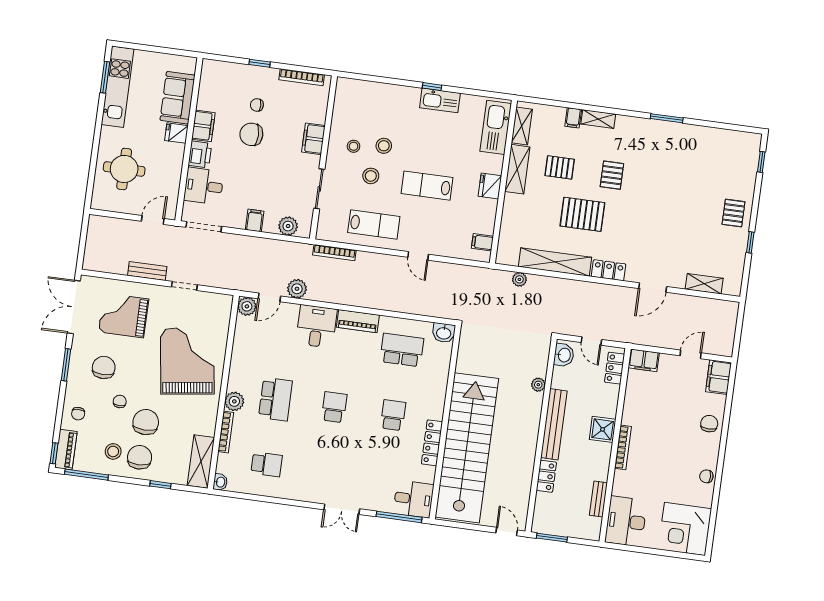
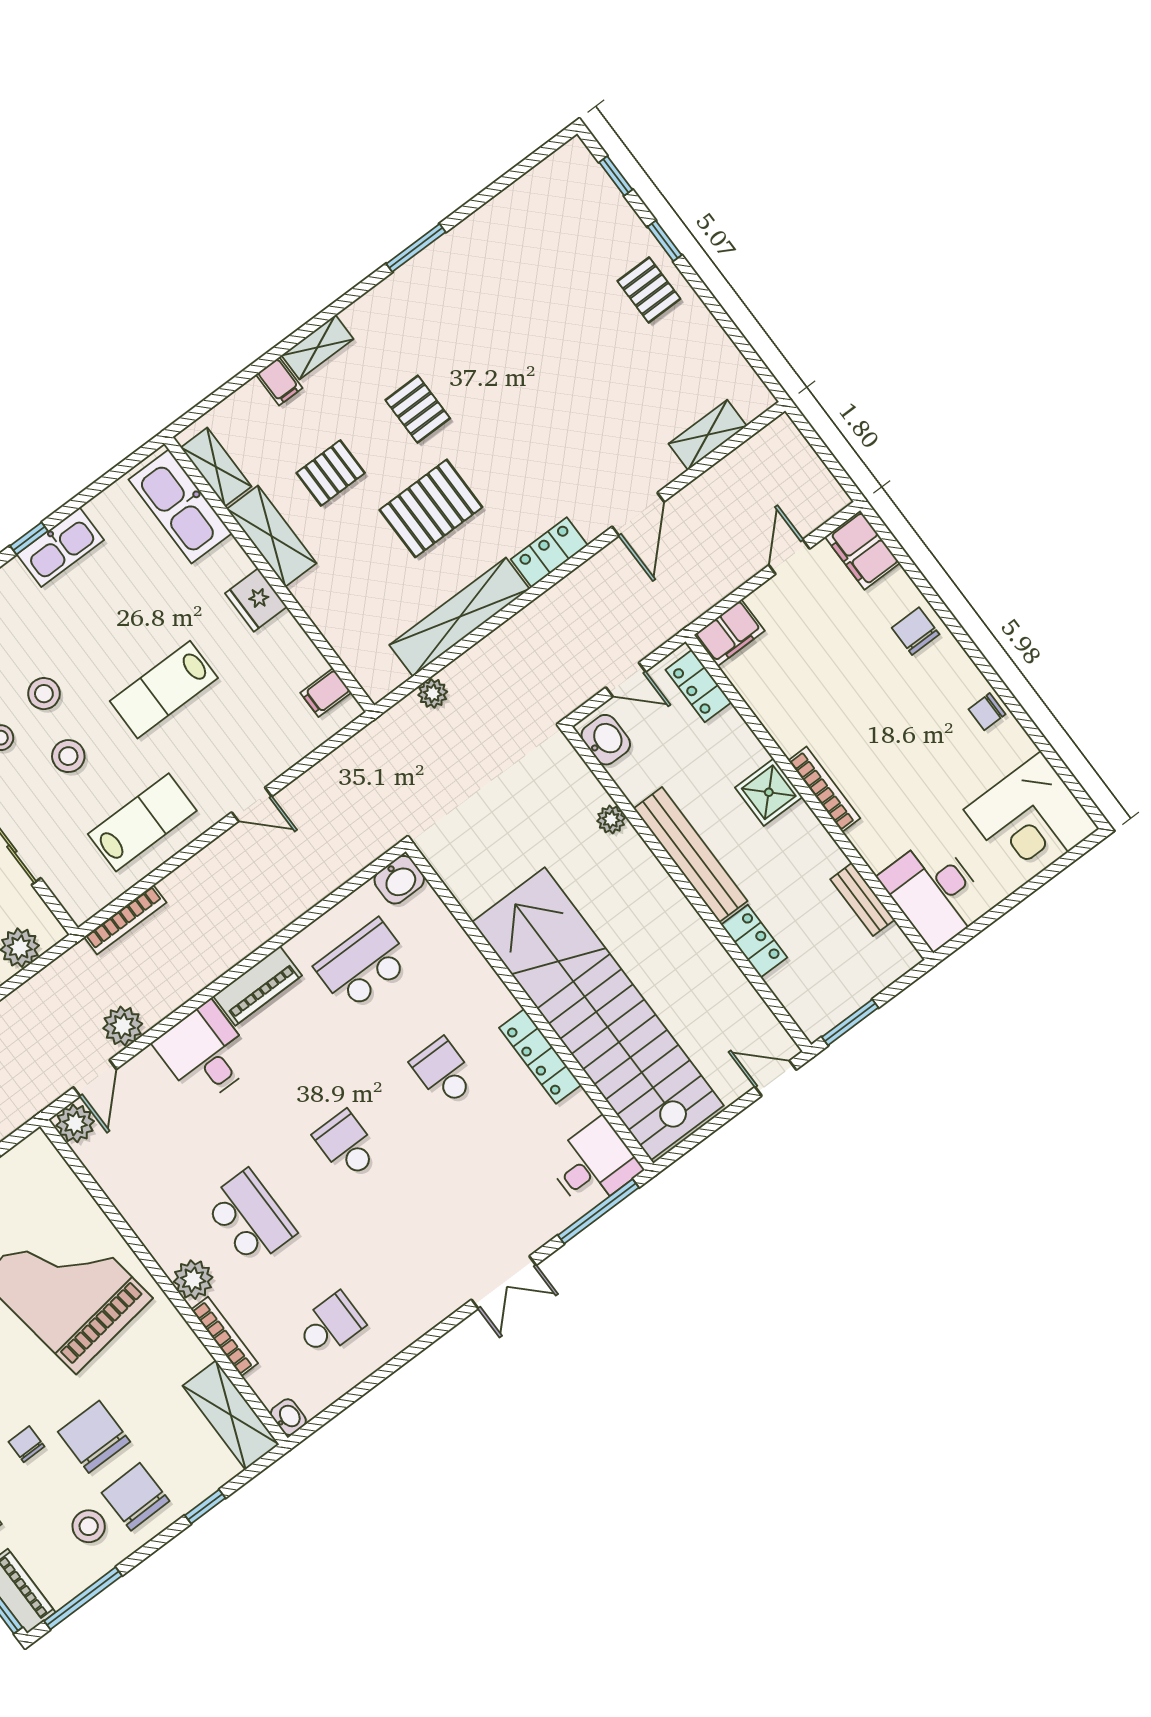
window: (750, 242) -> (665, 241), moved

